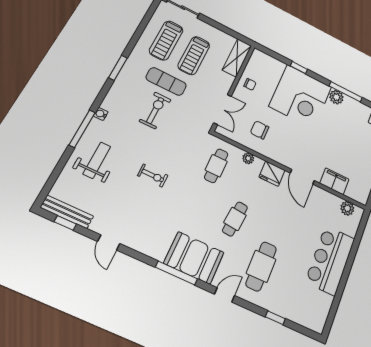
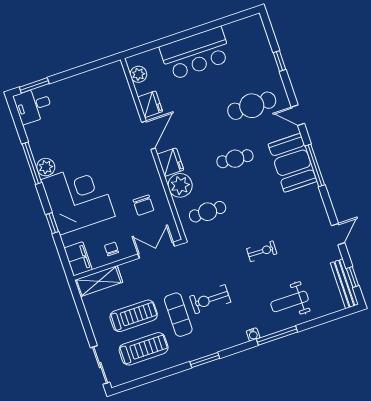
plant: (248, 158) -> (180, 185), width x1.88, depth x1.88
exercise bike: (153, 176) -> (262, 251), turned 92
filing cabinet: (334, 181) -> (78, 259), moved, turned 180
fridge: (322, 197) -> (150, 104), added

